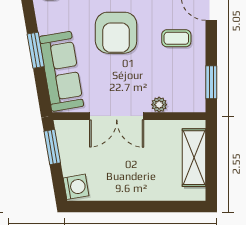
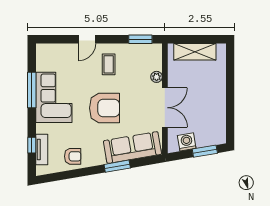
window: (52, 147) -> (205, 151), moved
washing machine: (76, 187) -> (187, 142), moved

